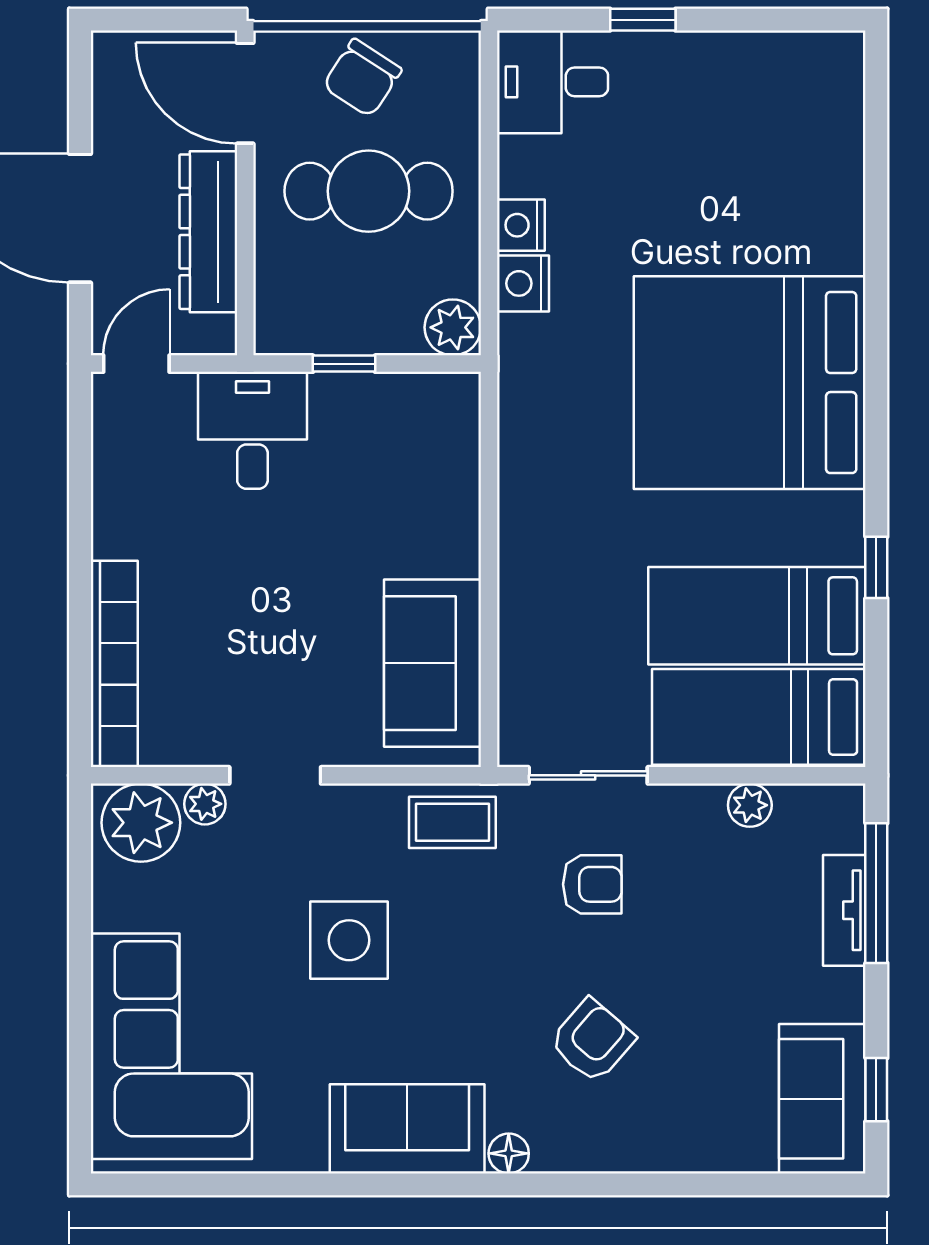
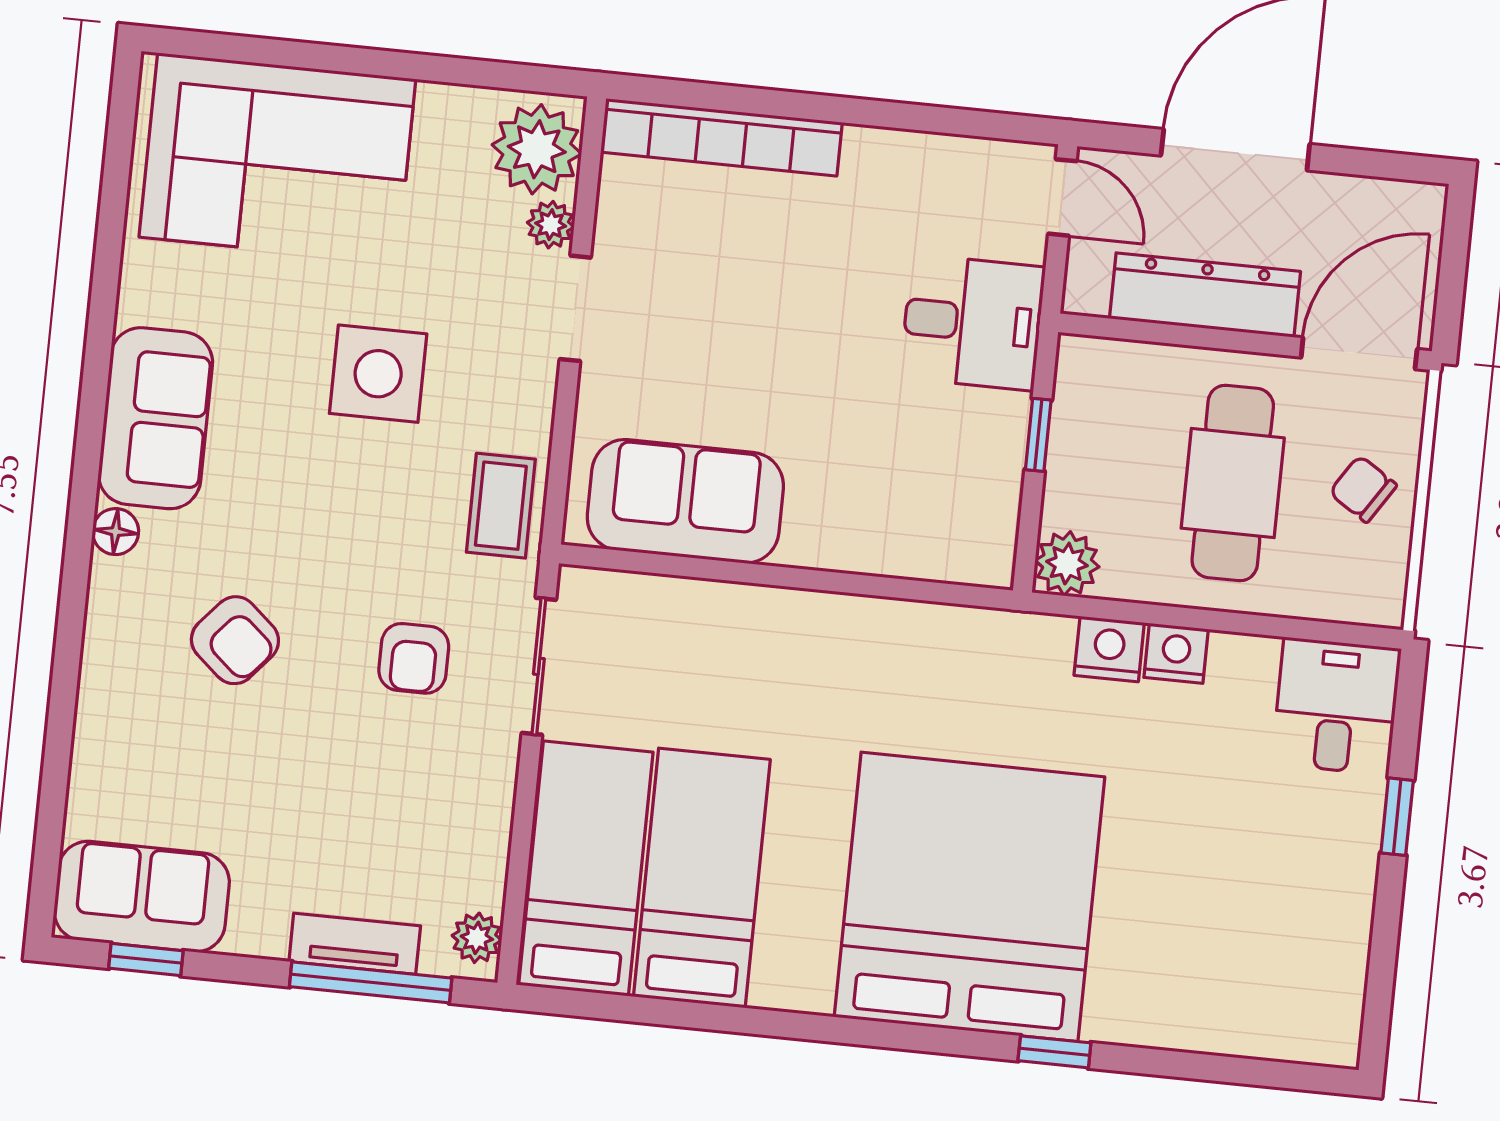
chair: (362, 78) -> (1363, 489), width x0.73, depth x0.73
window: (876, 567) -> (1054, 1052), moved
plant: (750, 805) -> (477, 938), moved

